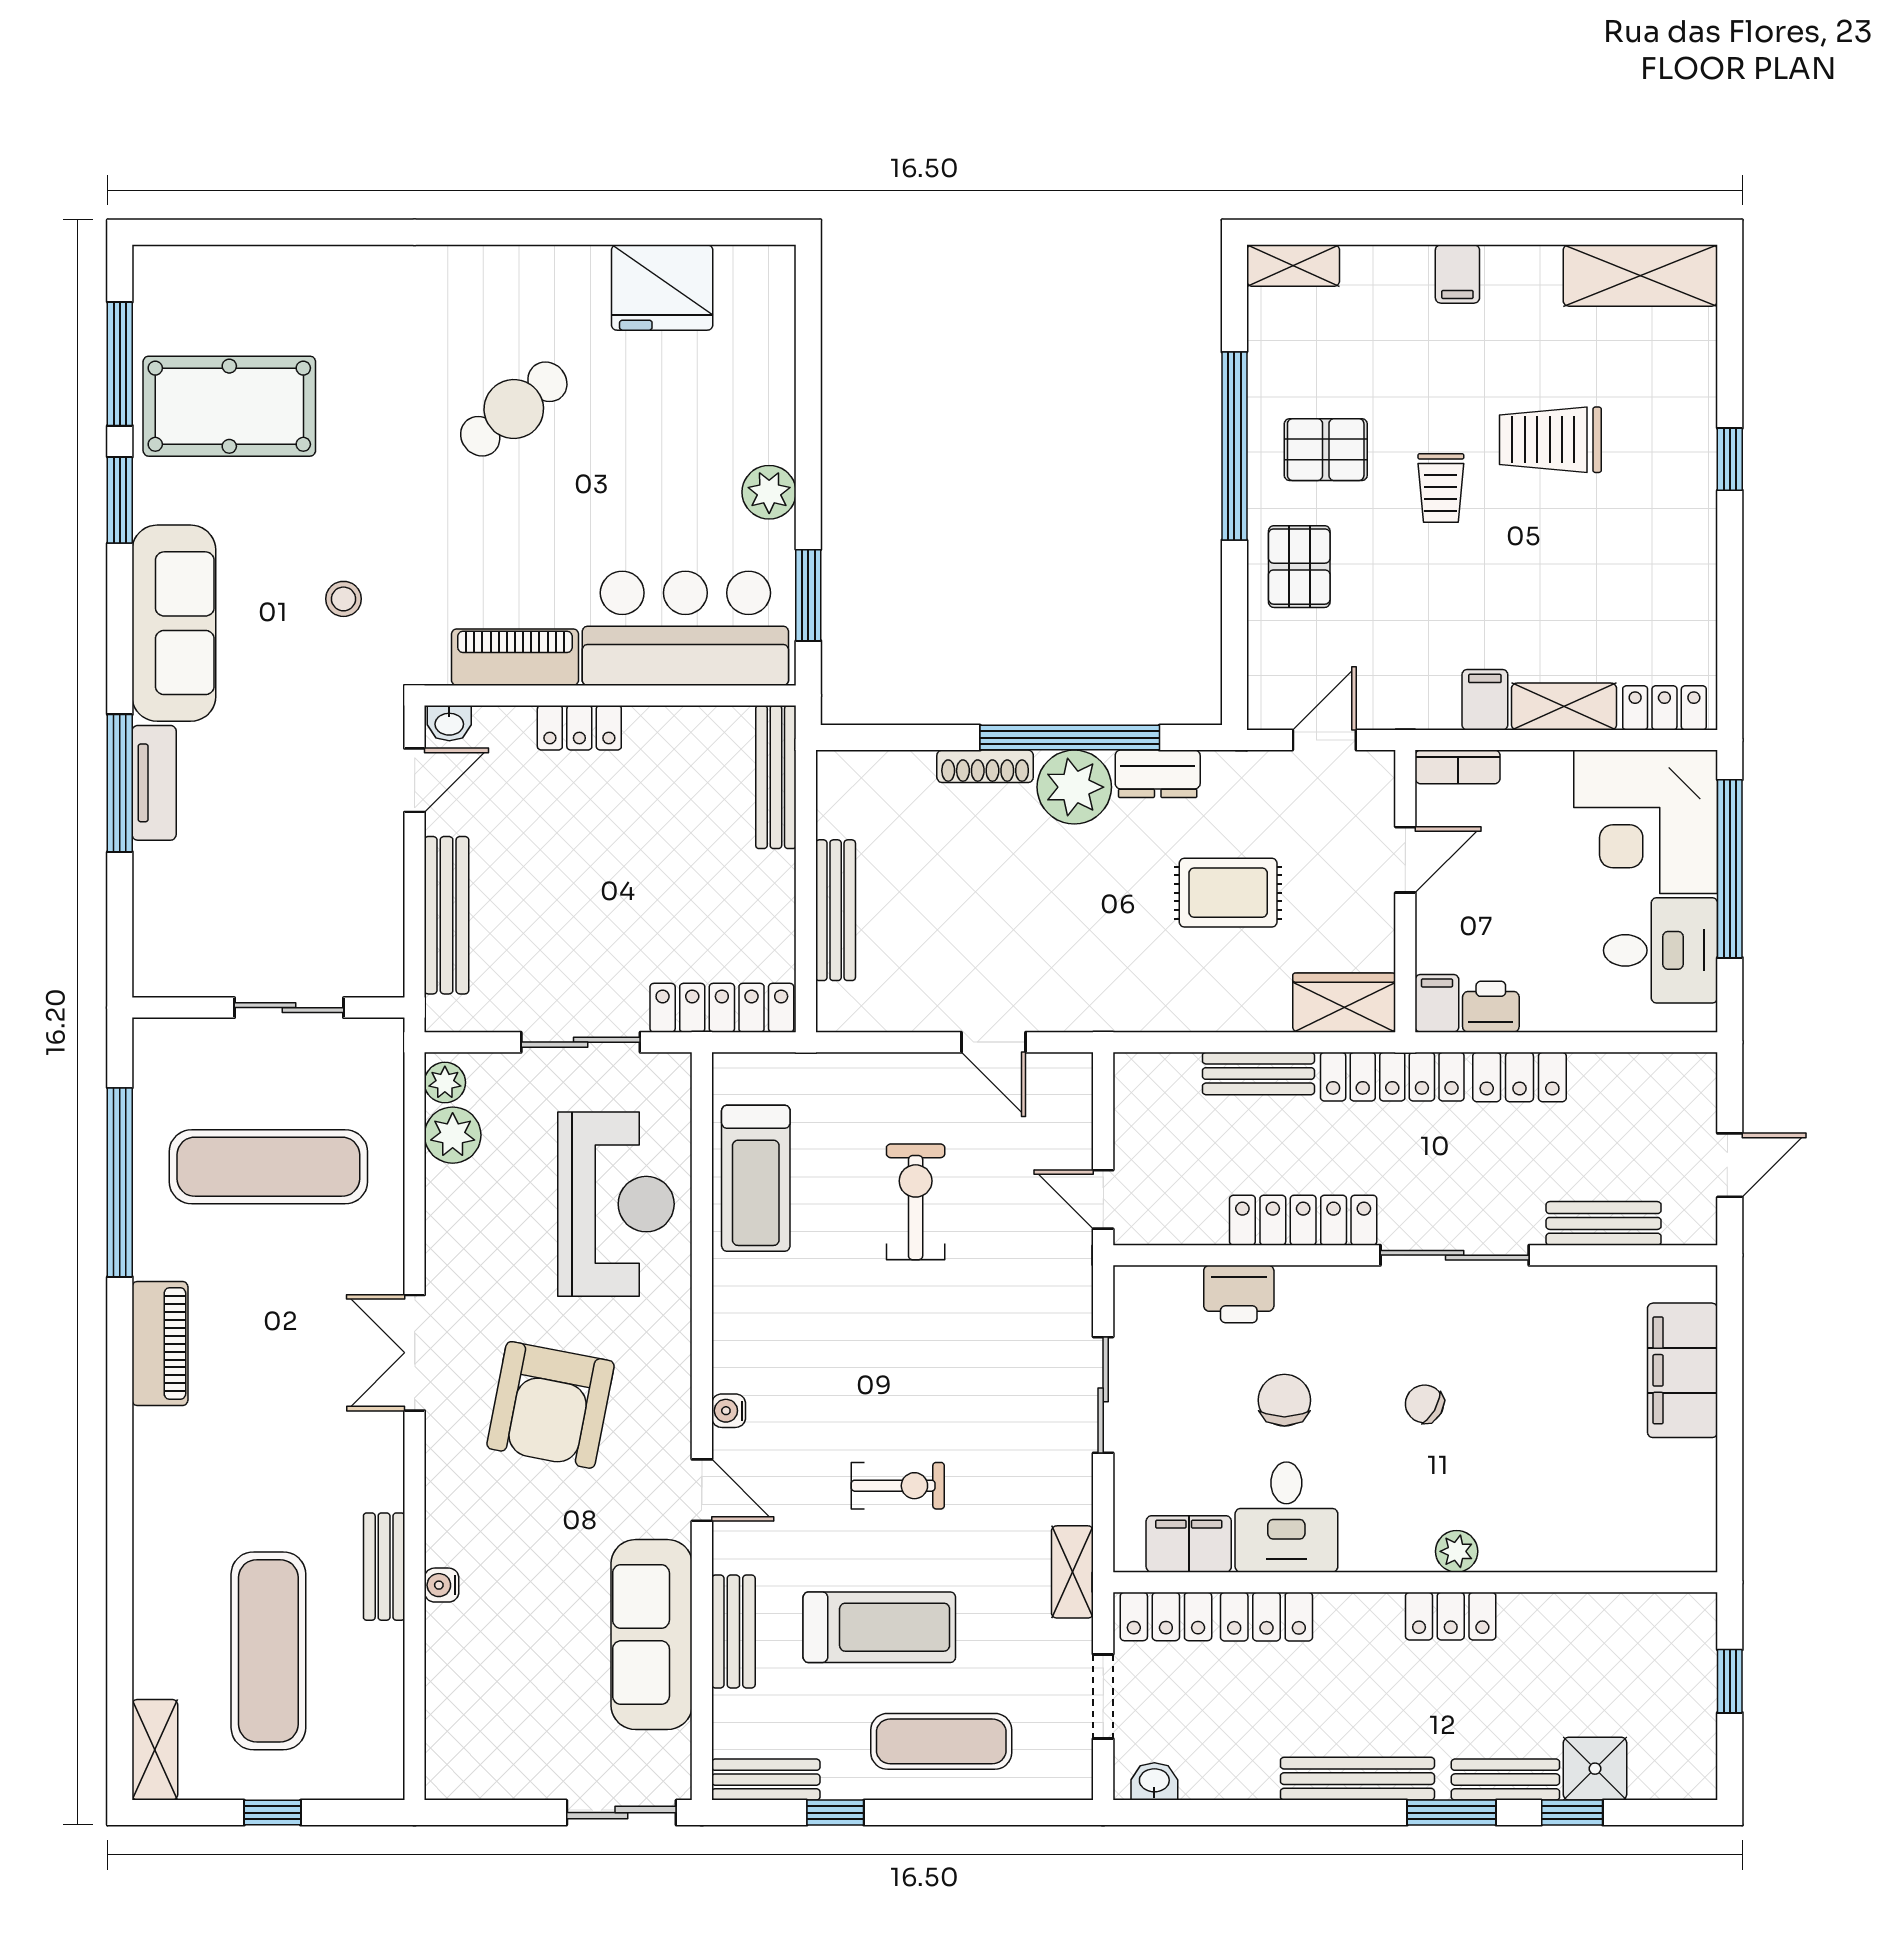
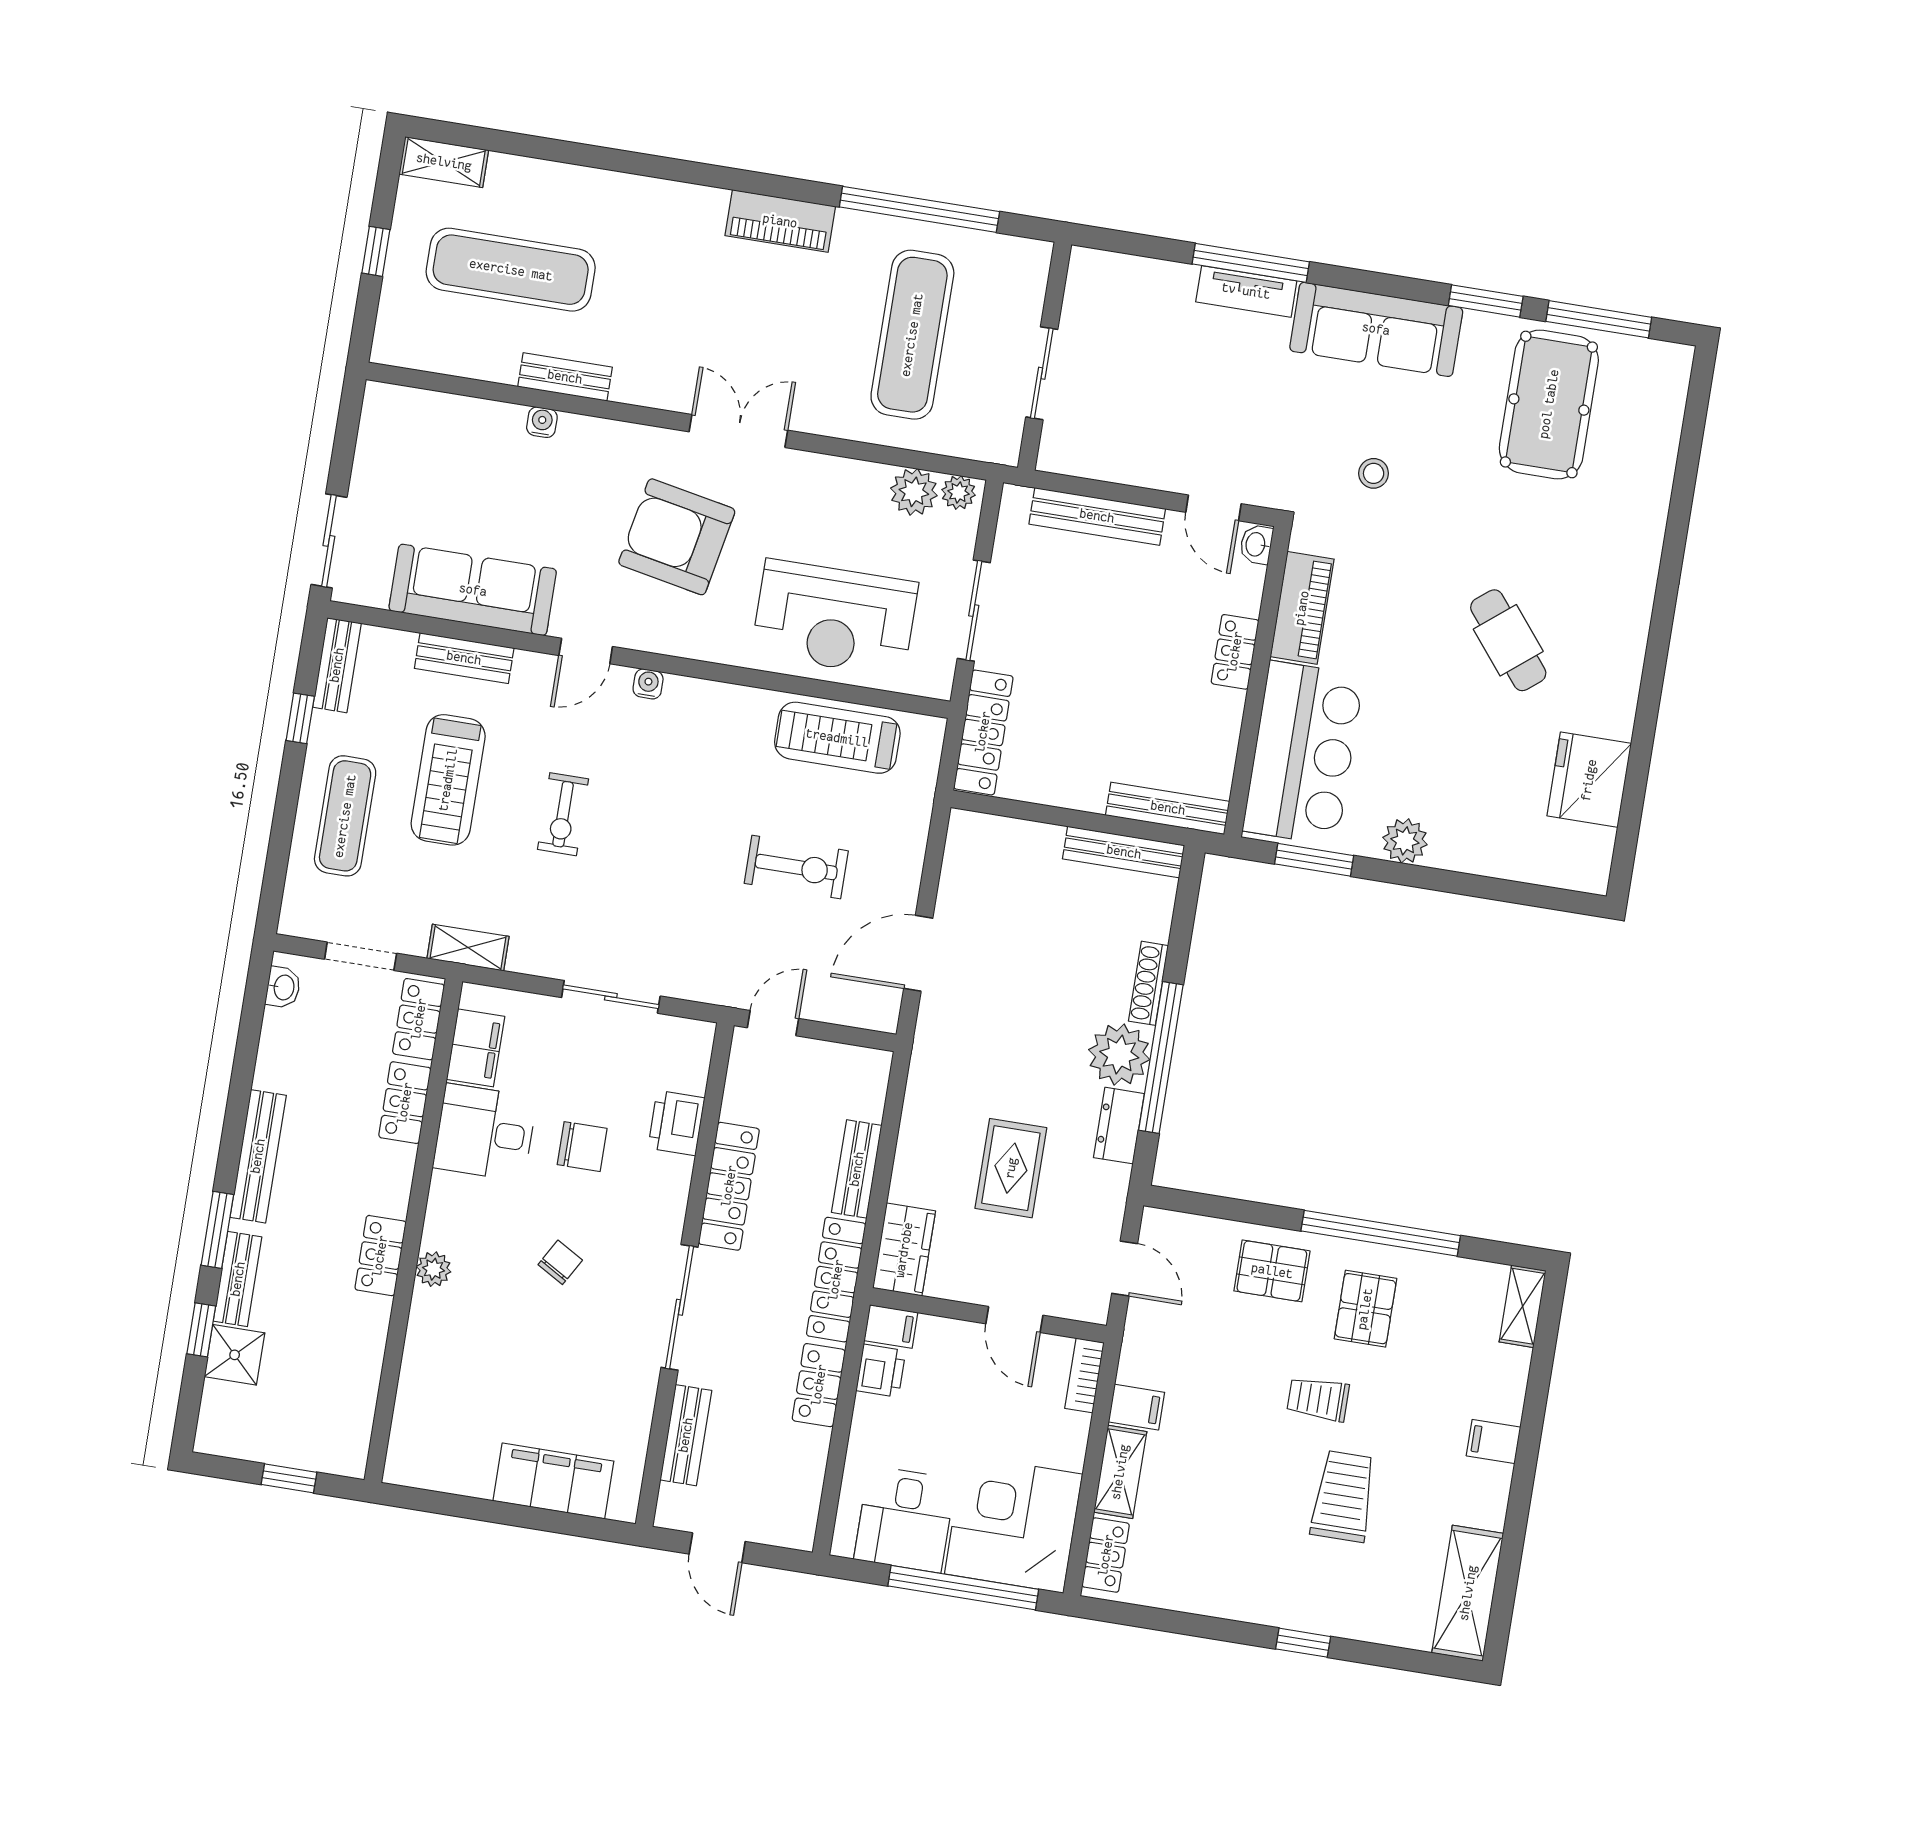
bench: (836, 910) -> (1124, 852), moved
door: (994, 1042) -> (918, 953), width x1.38

